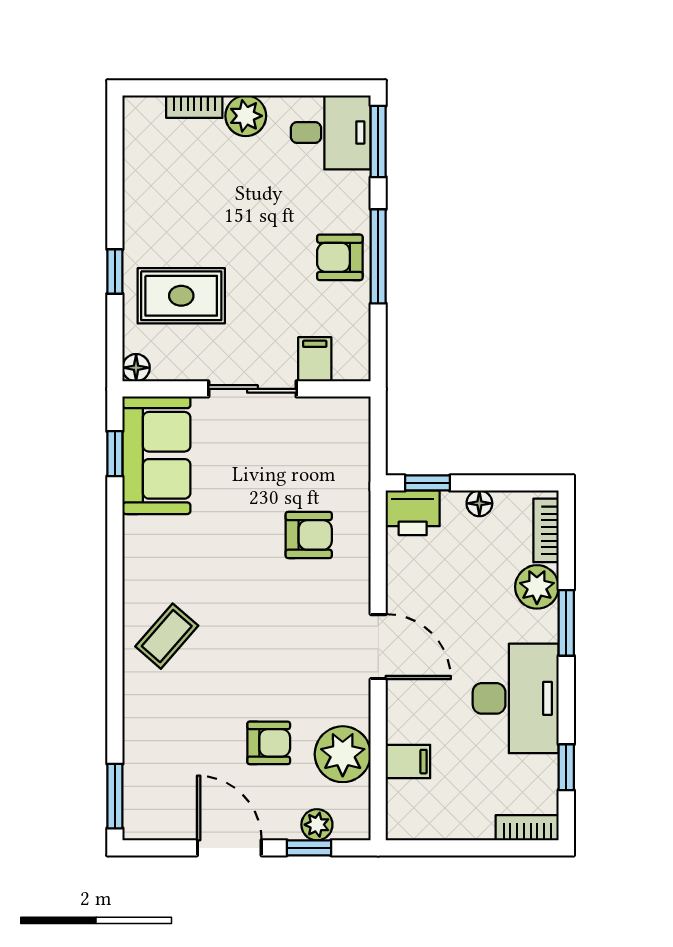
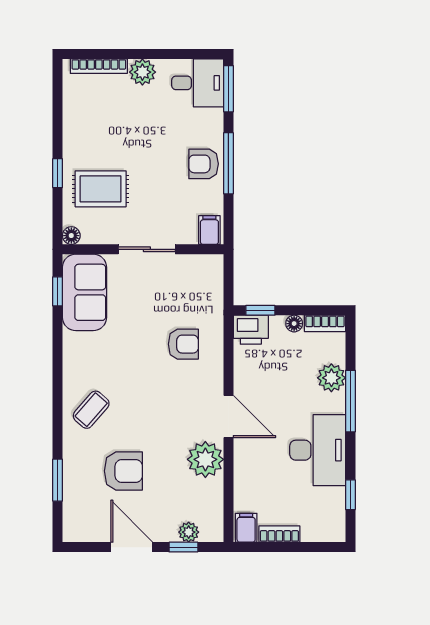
bookcase: (194, 107) -> (99, 66), width x1.56
filing cabinet: (315, 359) -> (209, 230), moved
bookcase: (546, 530) -> (325, 323), moved, turned -90
window: (566, 623) -> (350, 401), width x1.44
armchair: (269, 743) -> (123, 471), moved, width x1.38, depth x1.38
plant: (343, 754) -> (205, 459), moved
filing cabinet: (408, 762) -> (246, 528), moved, turned -90
window: (115, 796) -> (58, 480), moved
bookcase: (527, 828) -> (279, 534), moved

